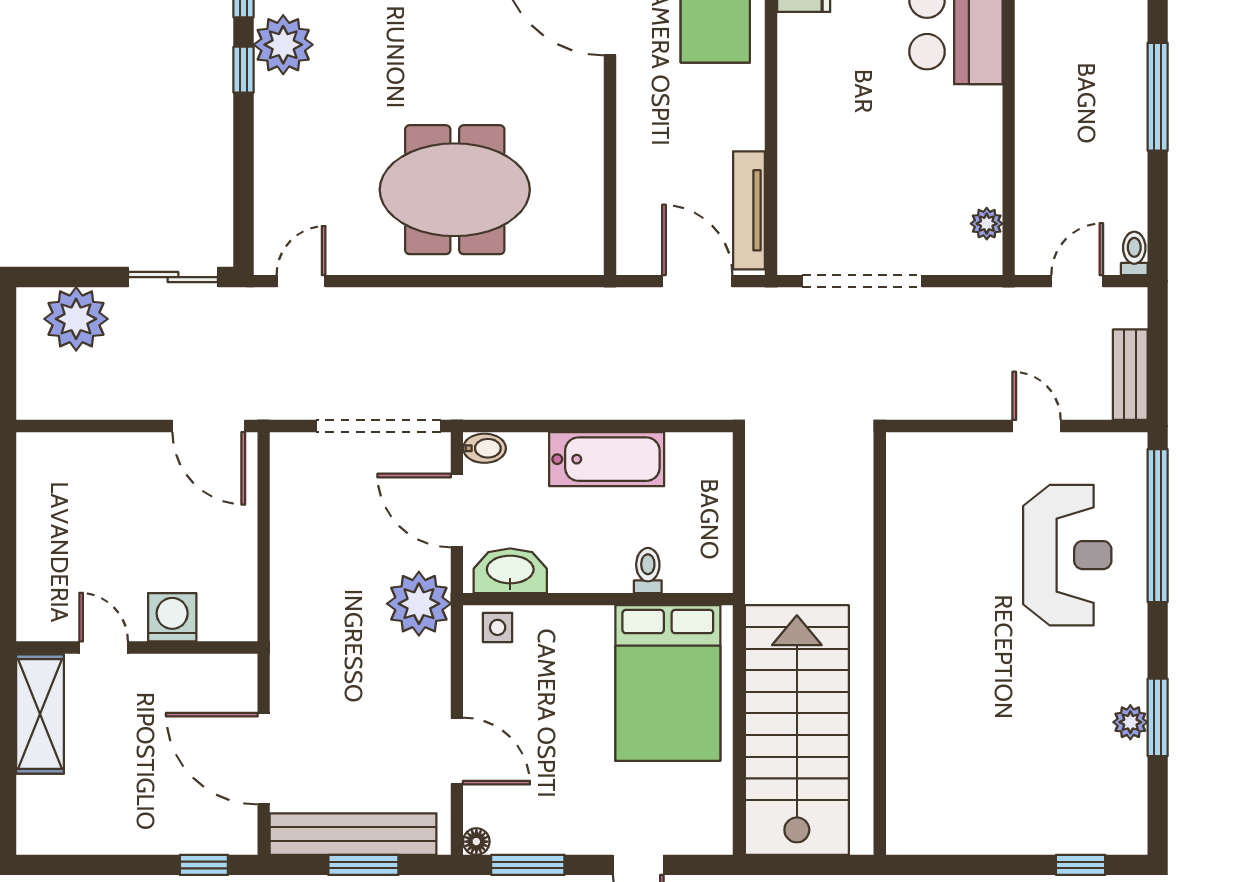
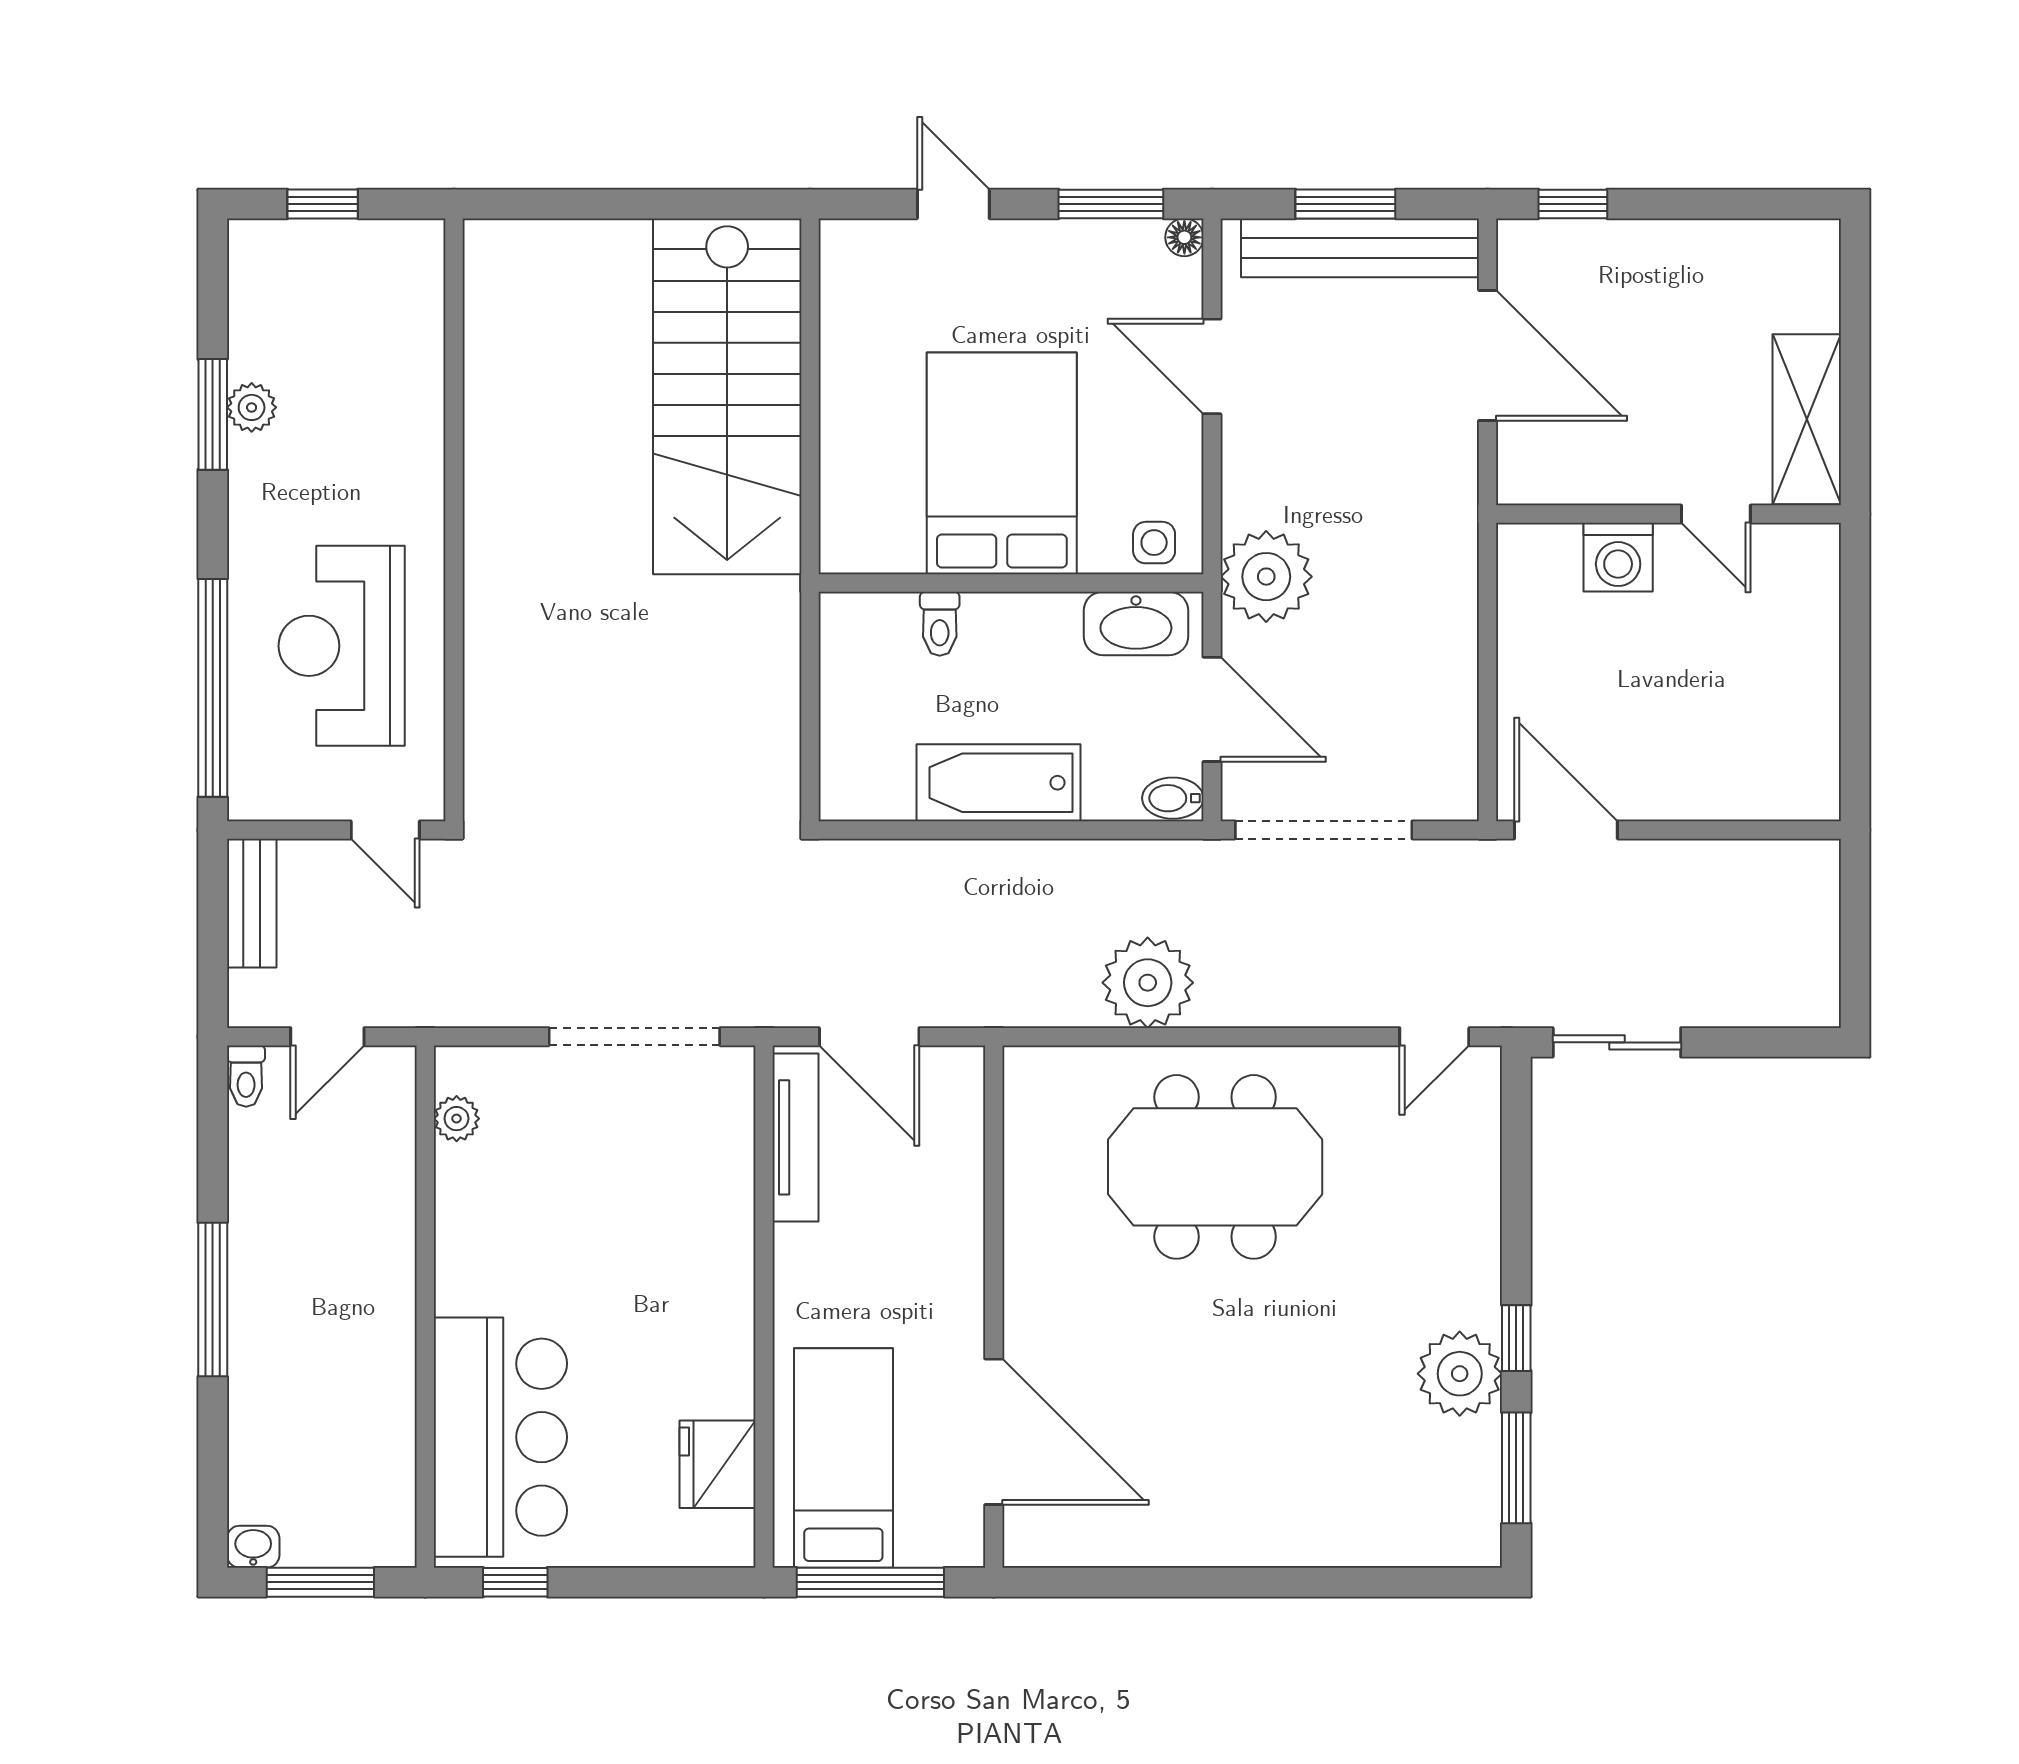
plant: (76, 319) -> (1148, 983), moved
wall: (880, 643) -> (454, 520), moved
bed: (668, 683) -> (1002, 463), moved

